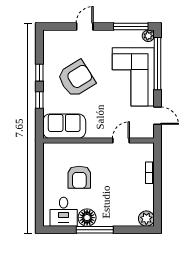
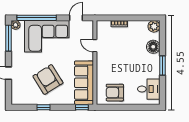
window: (39, 100) -> (82, 107), moved
sofa: (64, 126) -> (84, 83), width x1.36
armchair: (79, 177) -> (115, 93), moved, turned 180
floor lamp: (87, 218) -> (153, 47), moved
window: (95, 230) -> (162, 65), width x0.69

